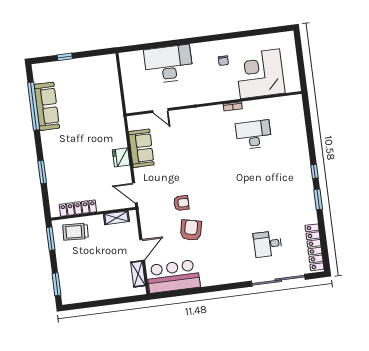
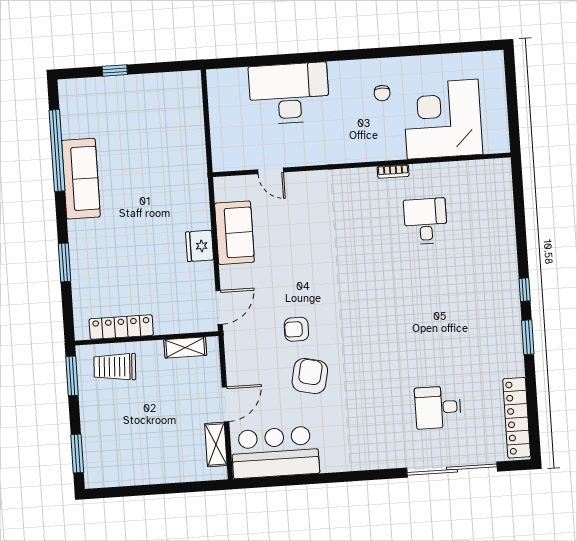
sofa: (47, 106) -> (81, 179), moved
desk: (254, 135) -> (426, 221), width x0.73
door: (135, 193) -> (219, 307), swing flipped
armchair: (181, 203) -> (296, 329), turned 180

